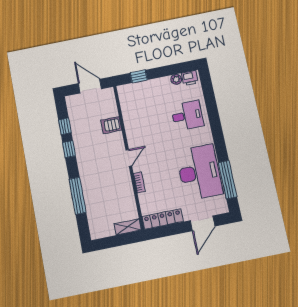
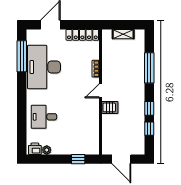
server rack: (111, 125) -> (110, 107), moved
shelving: (128, 227) -> (123, 34), moved

